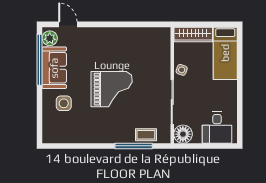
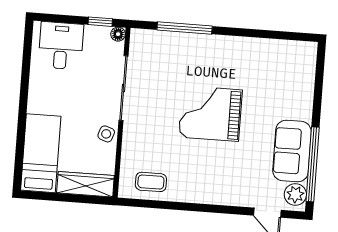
side table: (64, 103) -> (282, 98), removed
floor lamp: (183, 134) -> (118, 34), width x0.53, depth x0.53
coffee table: (146, 135) -> (151, 182), moved
window: (191, 146) -> (100, 22), added

